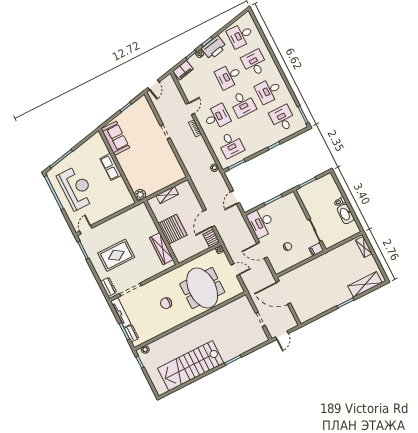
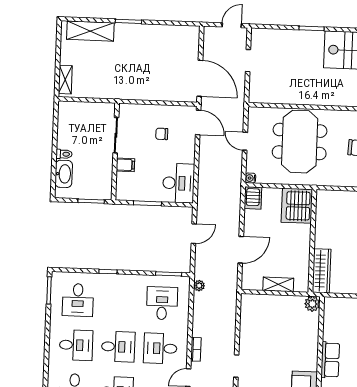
desk: (243, 104) -> (118, 347), turned 90
washbasin: (346, 214) -> (64, 174), moved
door: (209, 218) -> (241, 250), moved
server rack: (173, 229) -> (297, 206), moved
wardrobe: (161, 249) -> (322, 271), moved
filing cabinet: (316, 249) -> (125, 165), moved
door: (262, 250) -> (198, 122), moved

